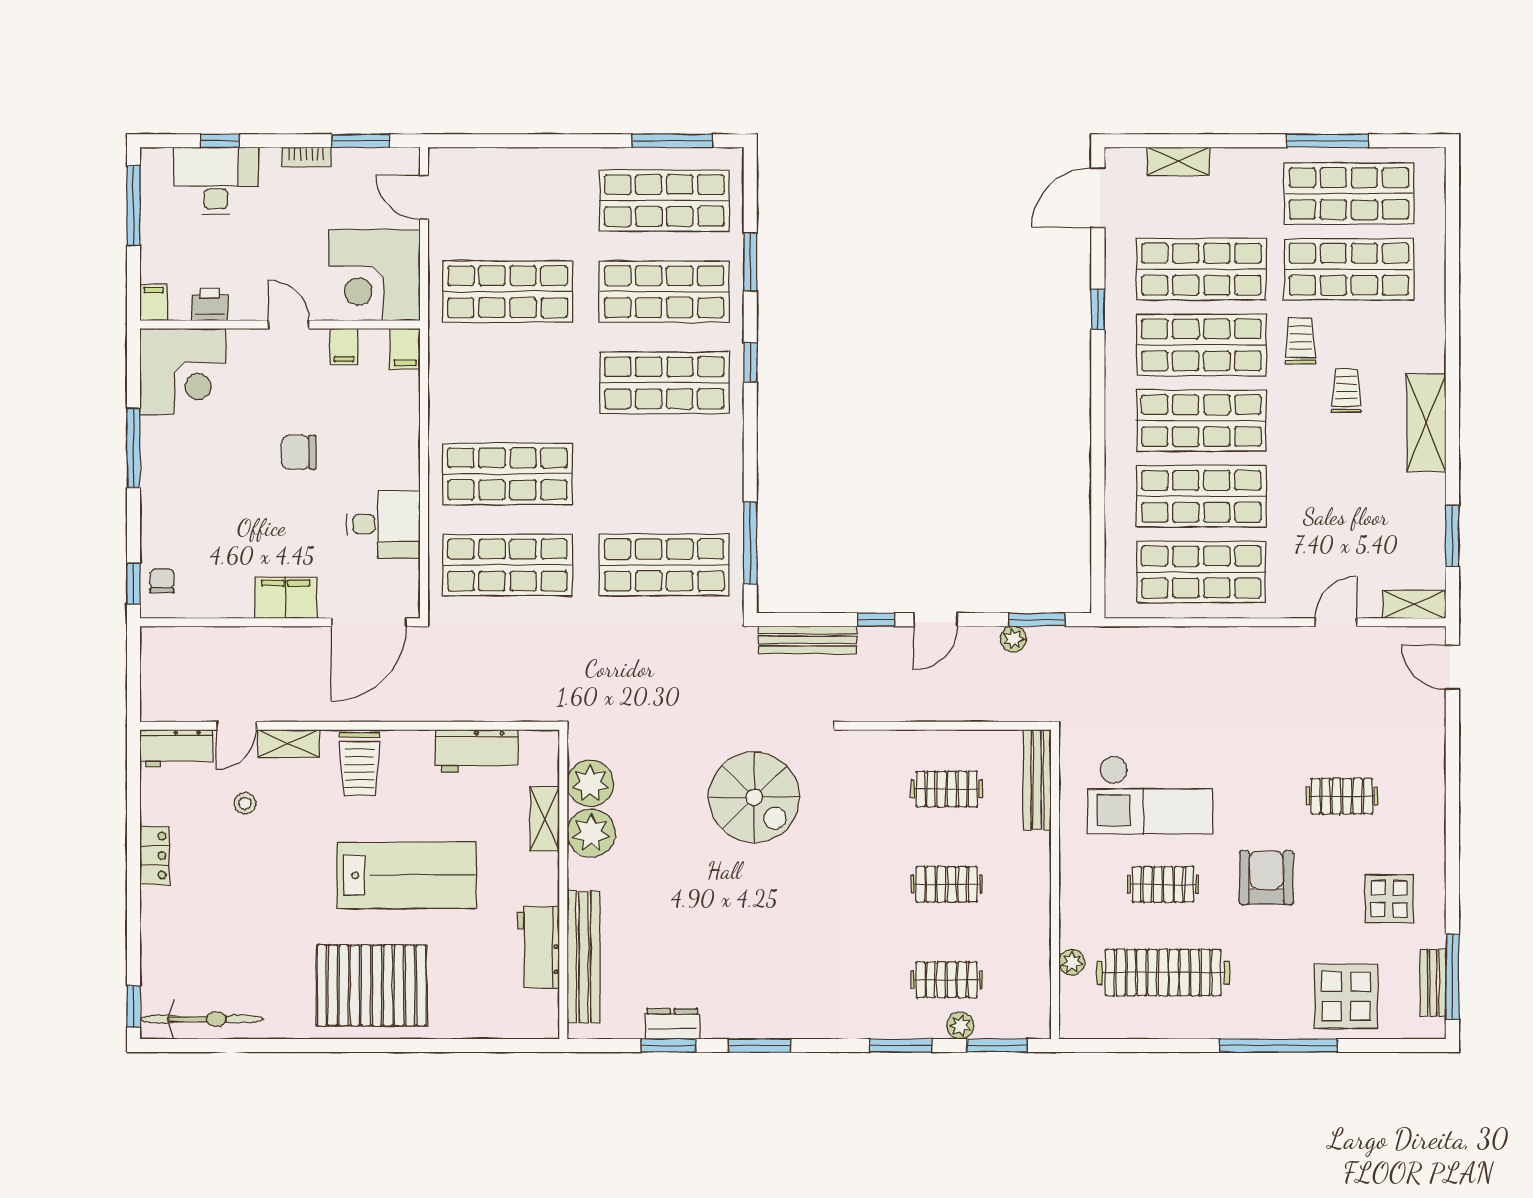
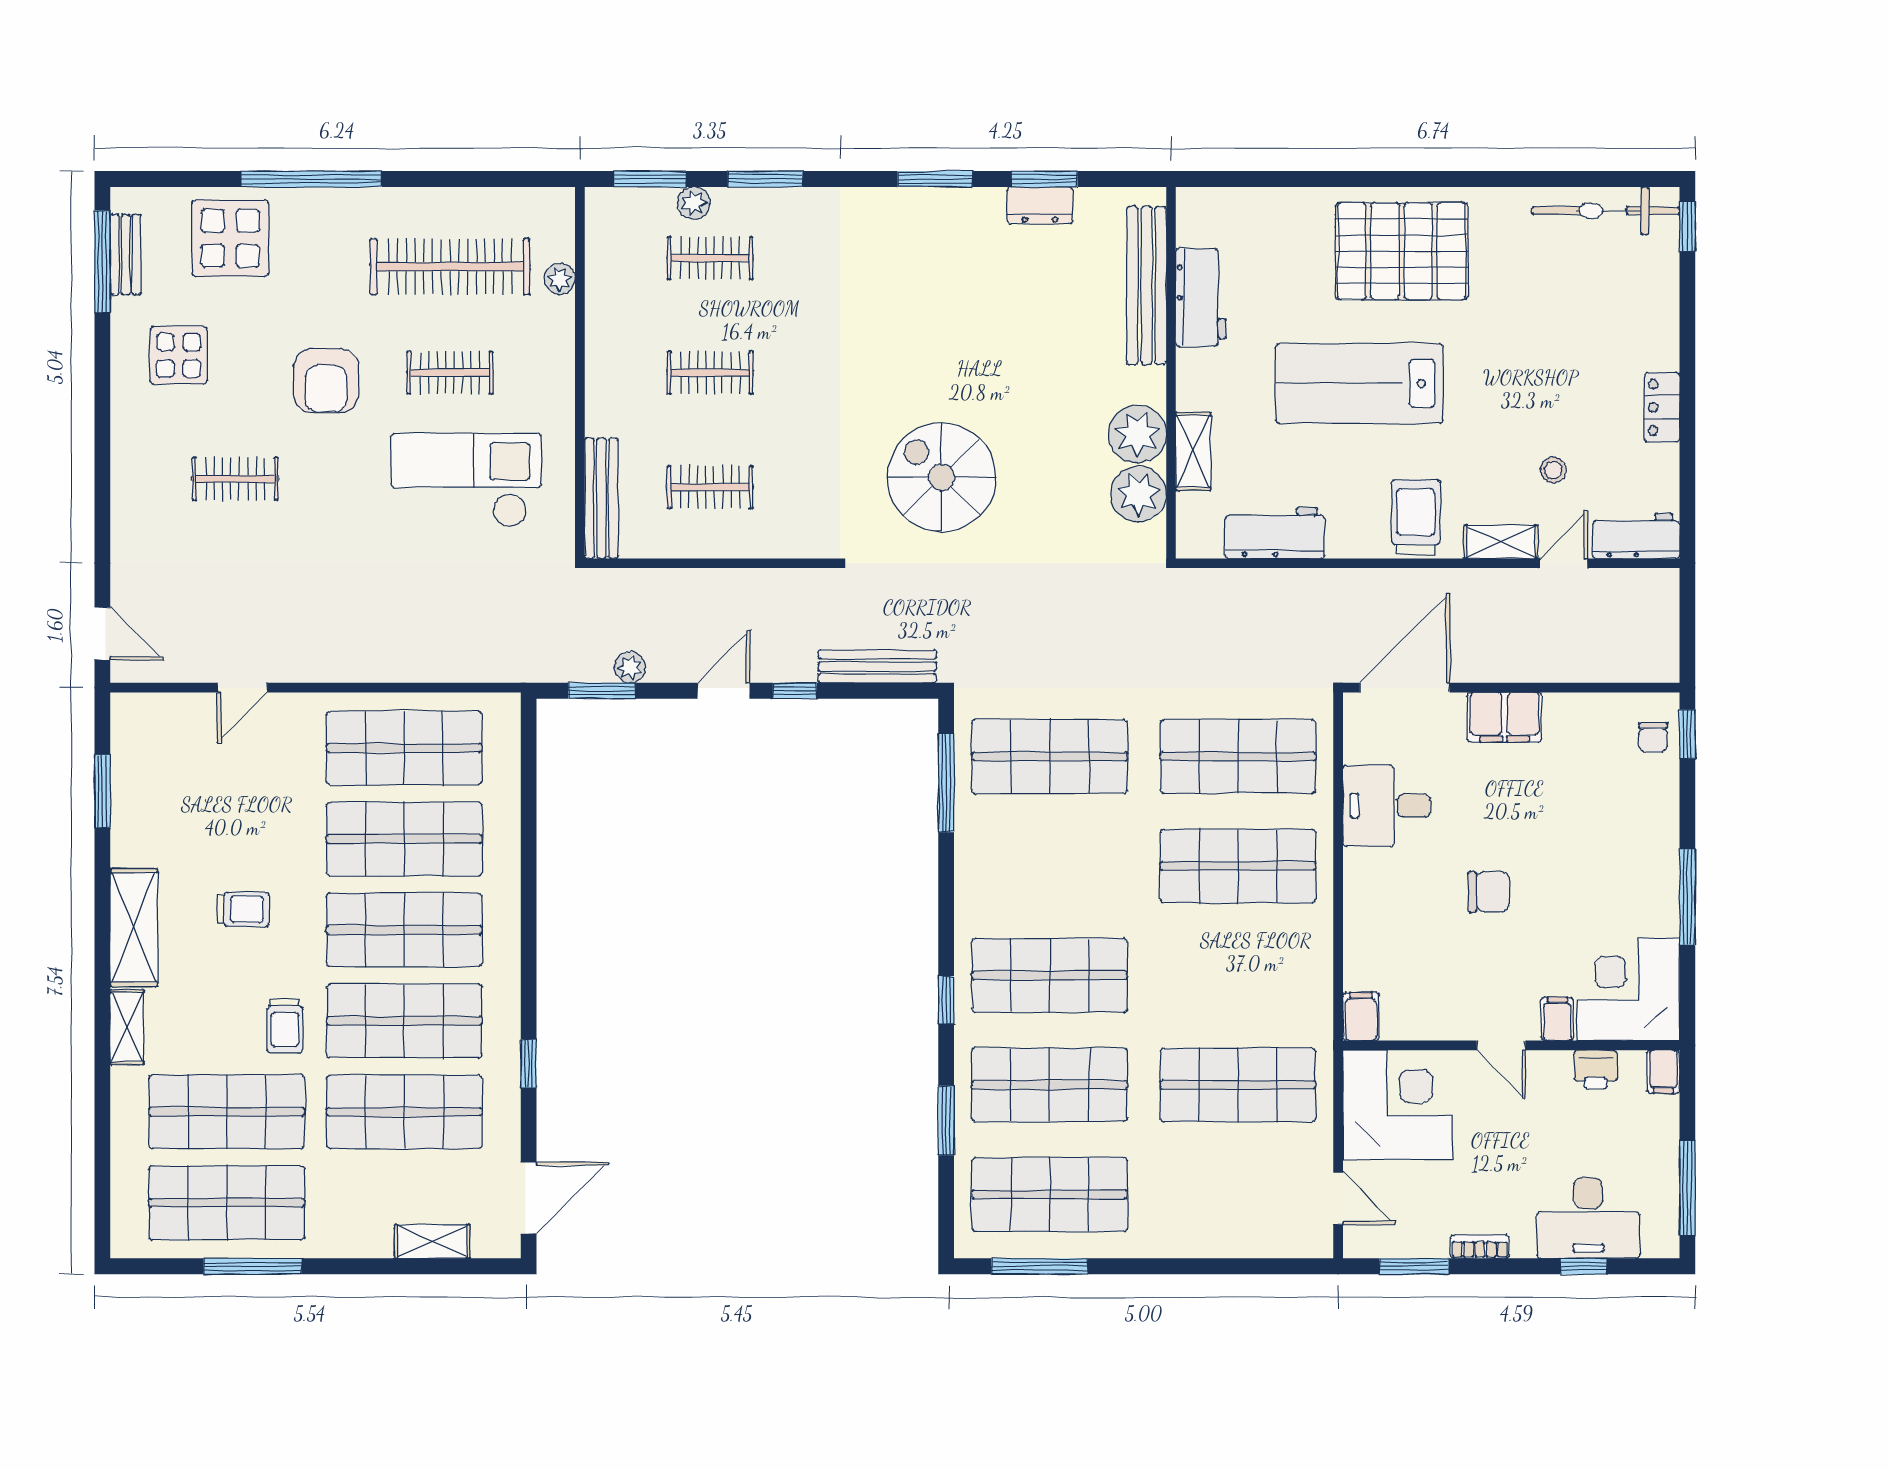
filing cabinet: (344, 347) -> (1557, 1019), moved
trolley: (1346, 391) -> (243, 909), moved, turned -90
shelving: (1414, 604) -> (127, 1027), moved, turned 90

